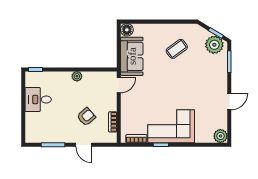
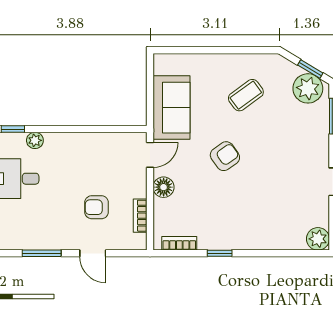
floor lamp: (127, 30) -> (164, 187), moved
plant: (77, 76) -> (35, 140), moved
armchair: (164, 86) -> (225, 156), added
armchair: (86, 117) -> (97, 207), turned -139
corner sofa: (171, 126) -> (237, 223), removed

